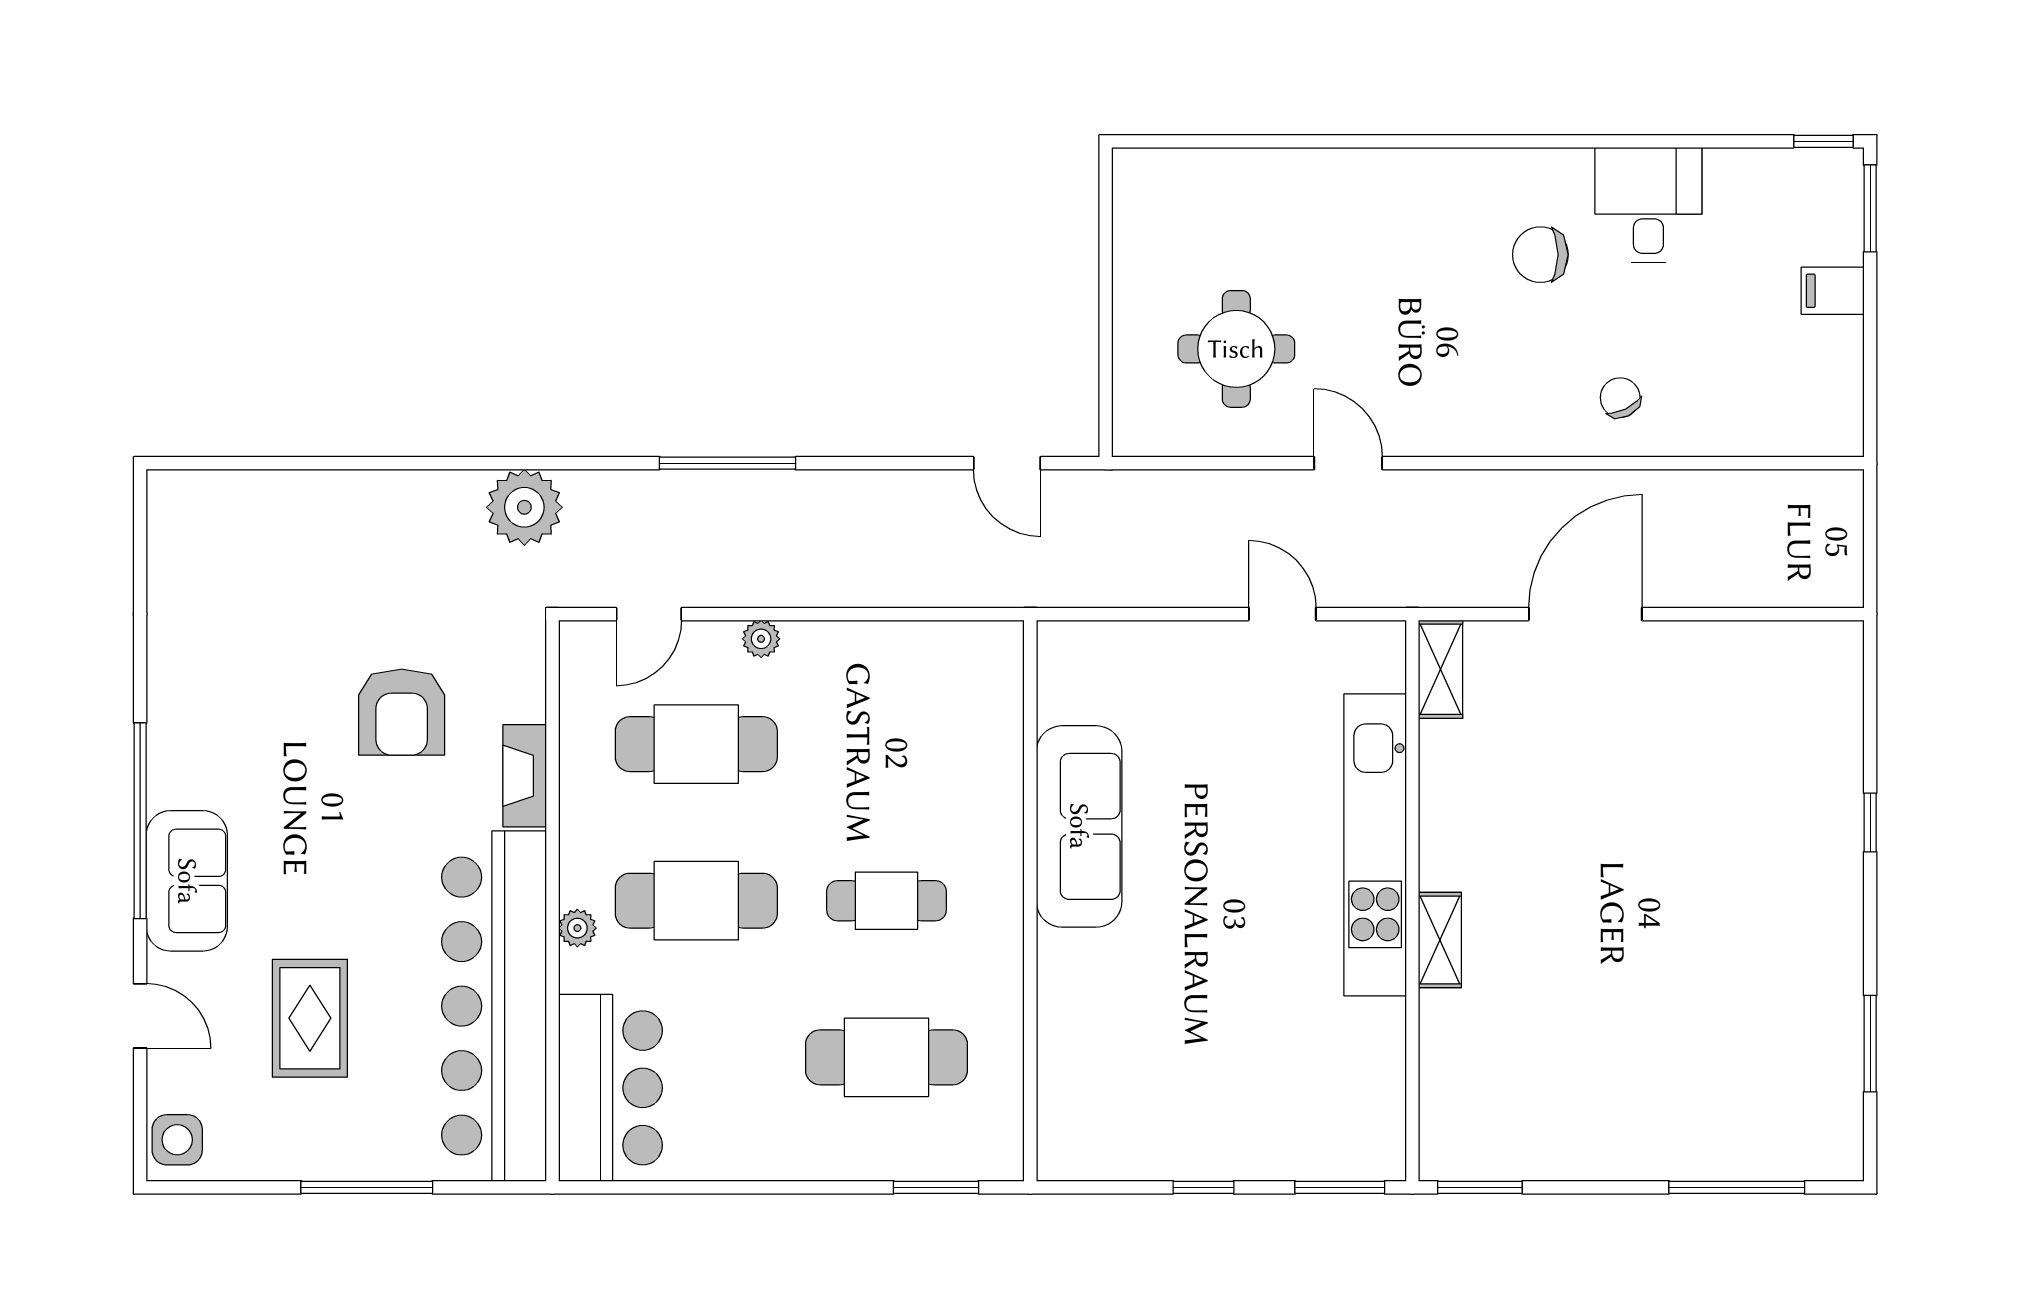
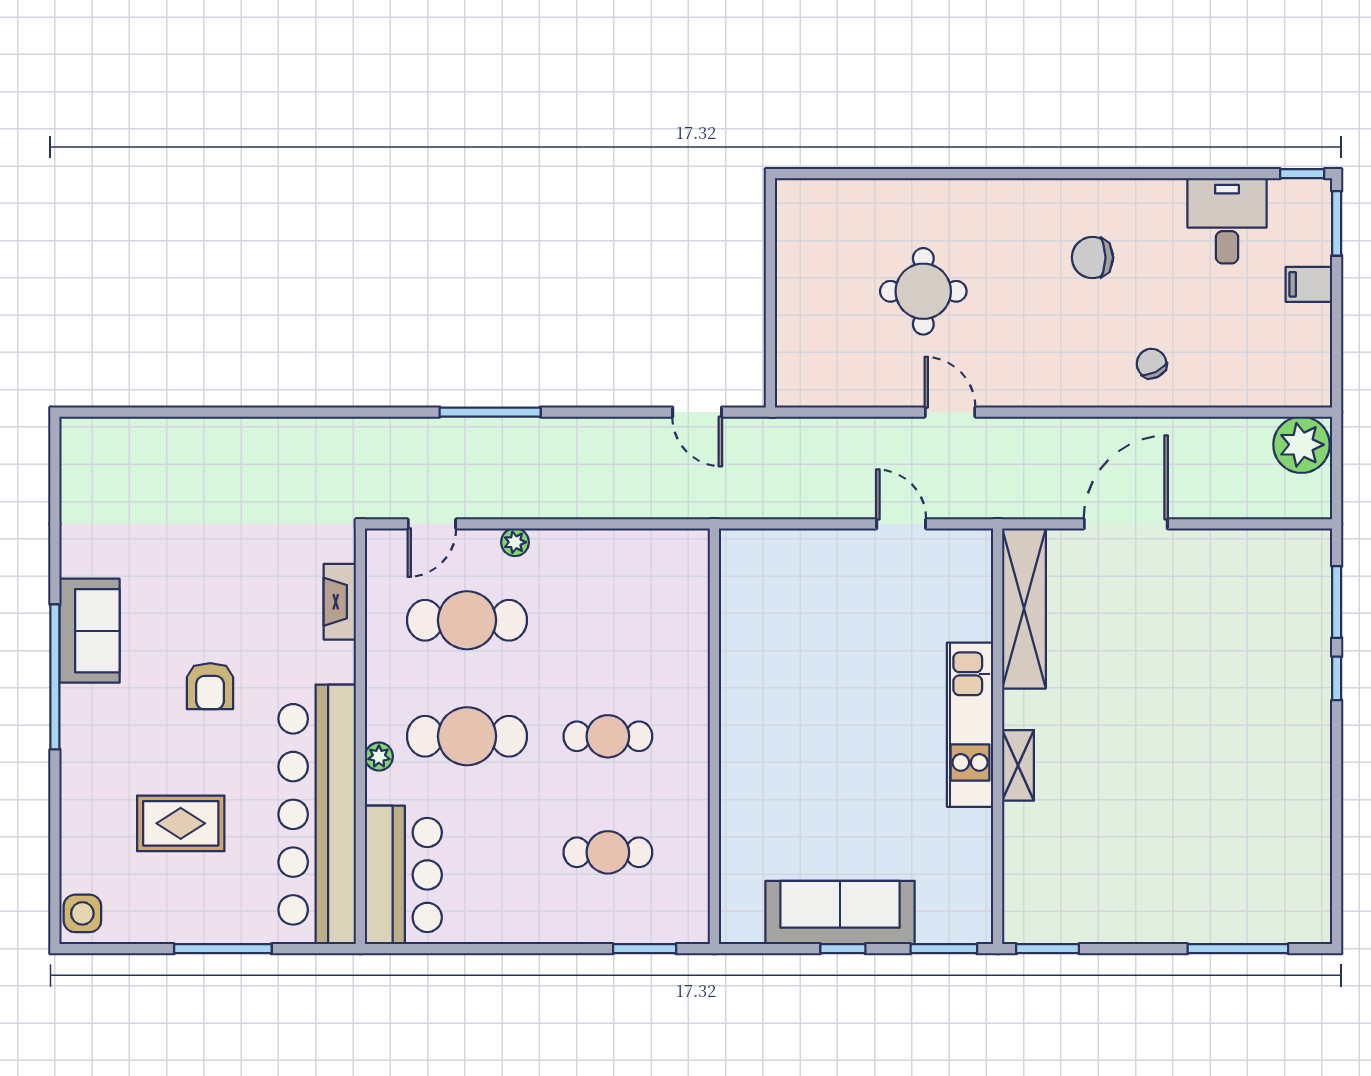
desk: (1648, 205) -> (1227, 221), moved
round table: (1236, 349) -> (923, 291), moved
plant: (524, 507) -> (1301, 445), moved
shelving: (1441, 669) -> (1024, 608), width x2.20, depth x1.33
armchair: (402, 712) -> (210, 686), moved, width x0.72, depth x0.72
fireplace: (525, 776) -> (340, 602), moved
sofa: (1079, 826) -> (840, 912), moved, turned -90
kitchen unit: (1375, 845) -> (970, 725), width x0.73
sofa: (187, 881) -> (89, 631), moved
door: (140, 1016) -> (55, 822), removed
rug: (310, 1018) -> (181, 823), turned 90
window: (1870, 1044) -> (1337, 602), moved
cafe table: (886, 1057) -> (608, 852), width x0.73, depth x0.74

